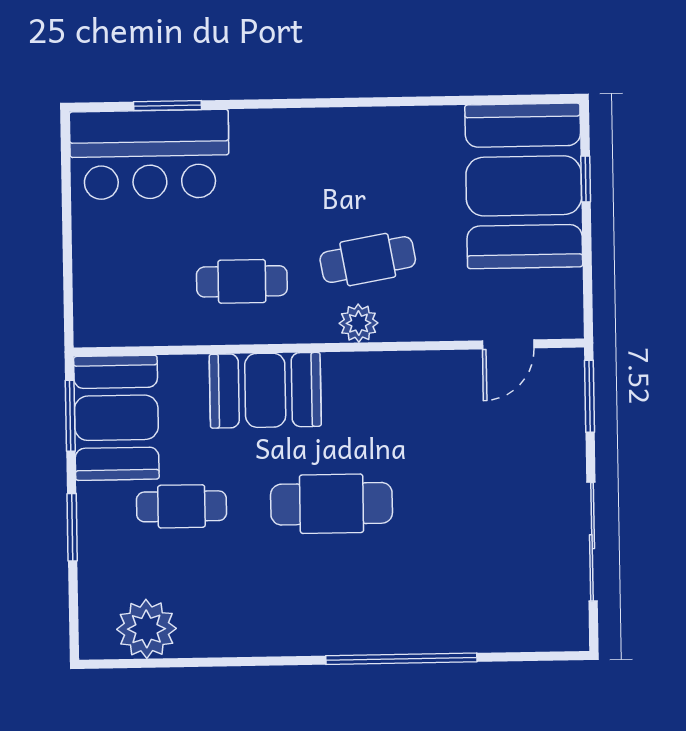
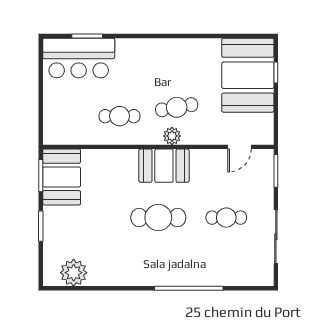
booth: (265, 390) -> (164, 166), moved
cafe table: (181, 506) -> (226, 218), moved

